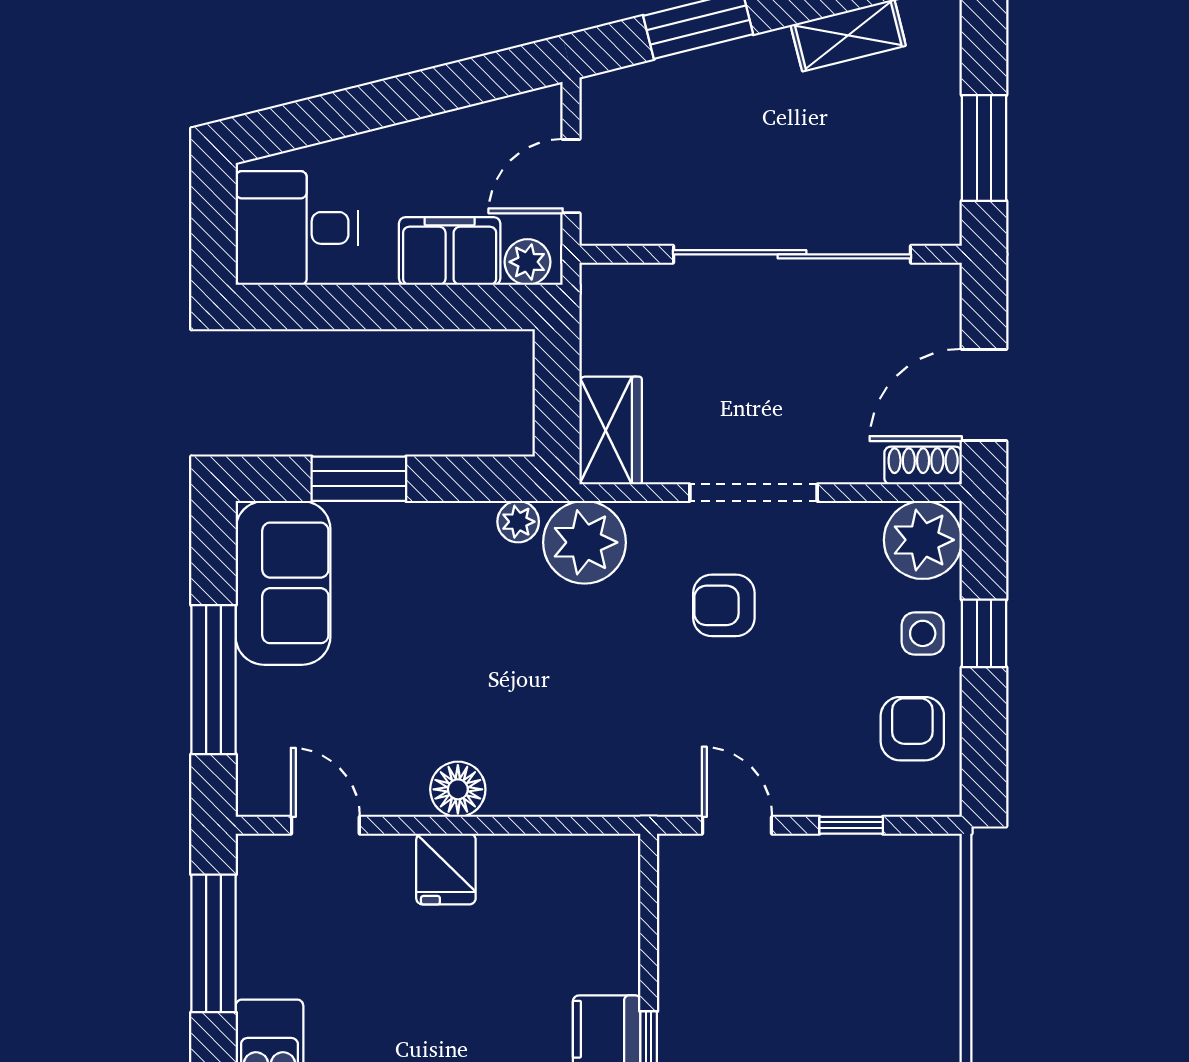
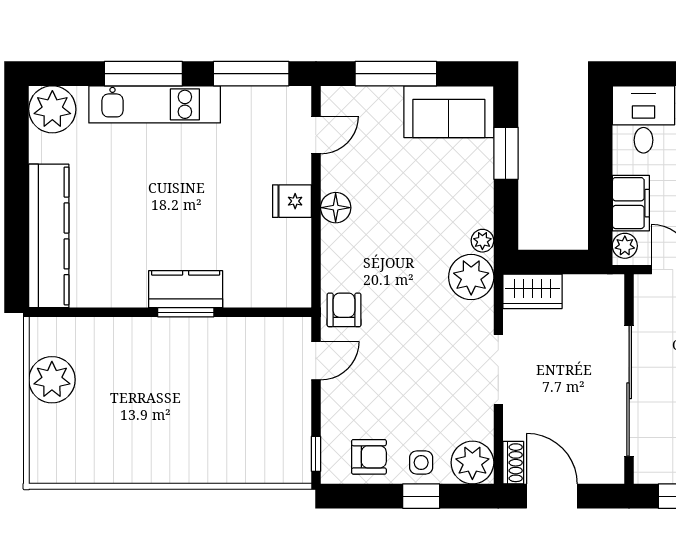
armchair: (724, 605) -> (344, 310), moved
window: (851, 825) -> (316, 454), moved

